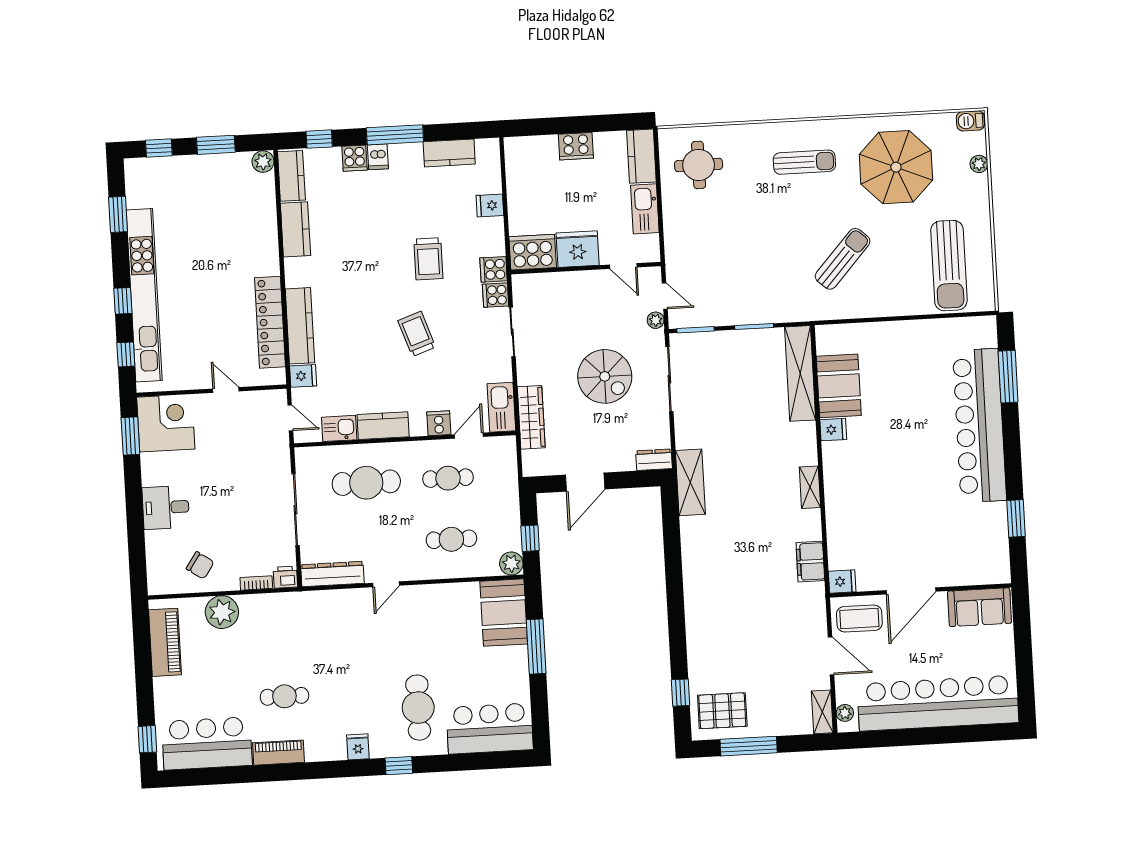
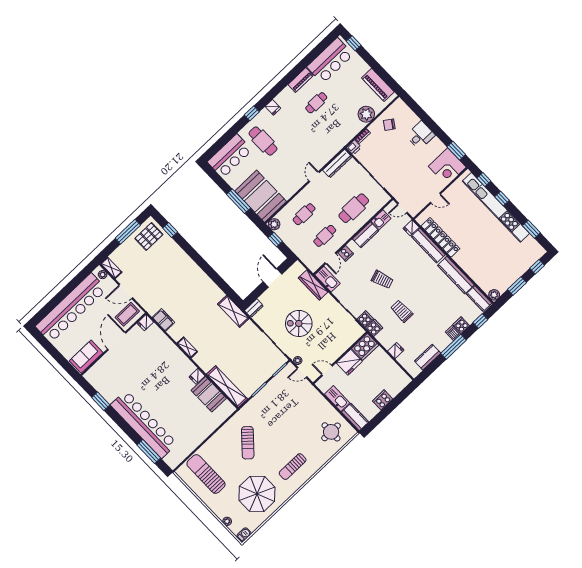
kitchen counter: (295, 229) -> (456, 275), width x1.50
booth: (504, 613) -> (261, 196), width x1.36, depth x1.42

